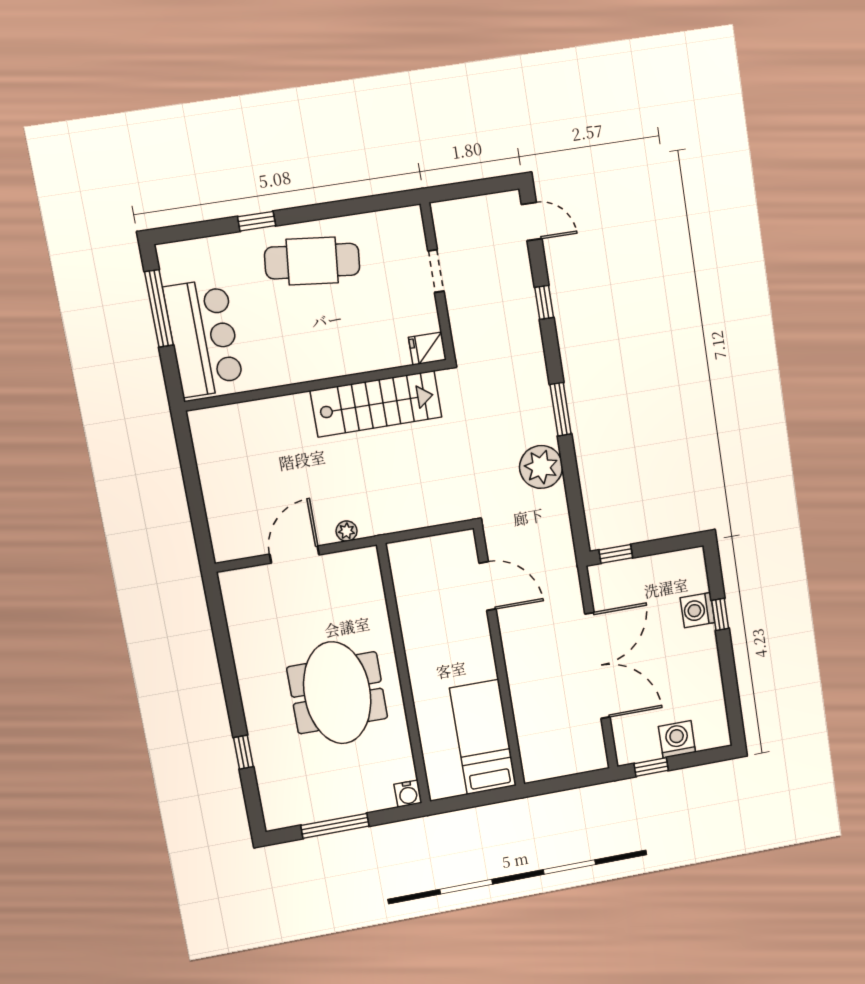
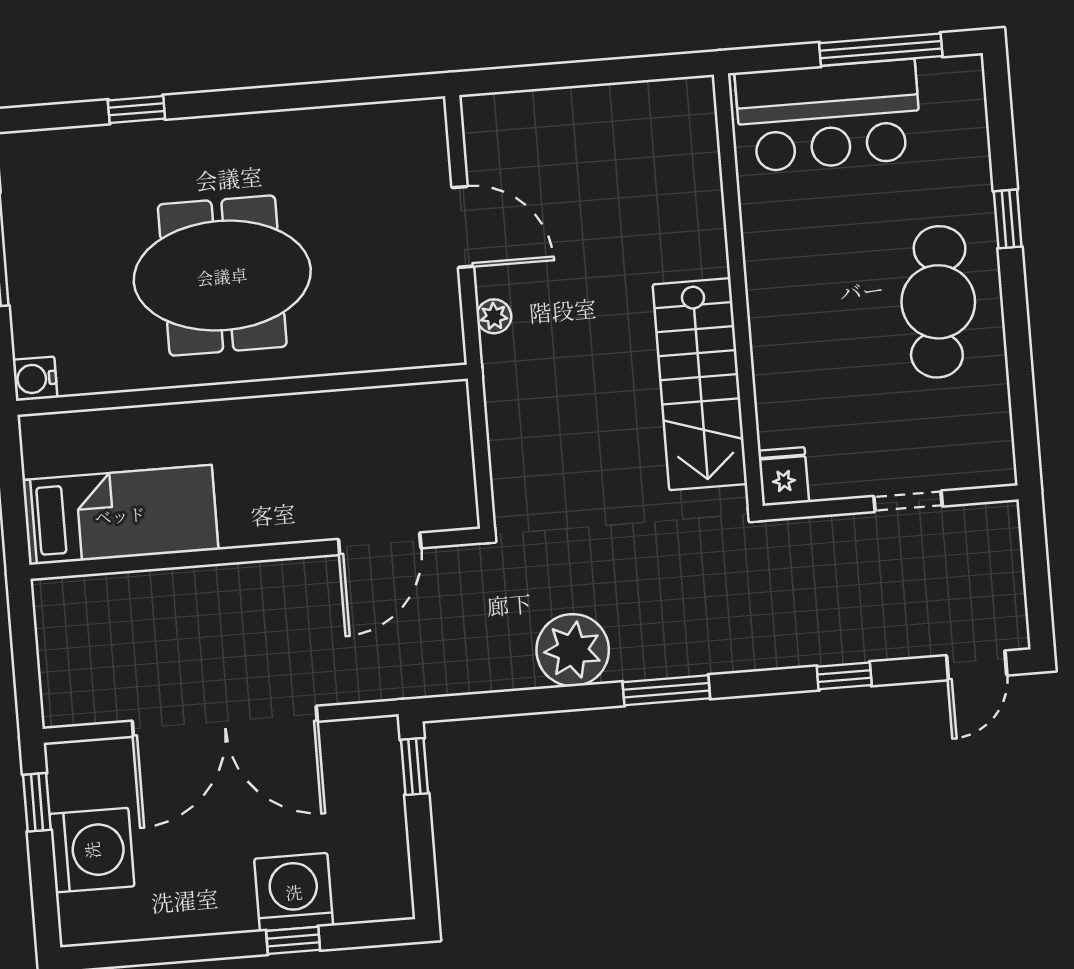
washing machine: (697, 610) -> (294, 892), width x1.37, depth x1.37
washing machine: (677, 739) -> (92, 850), width x1.37, depth x1.37

